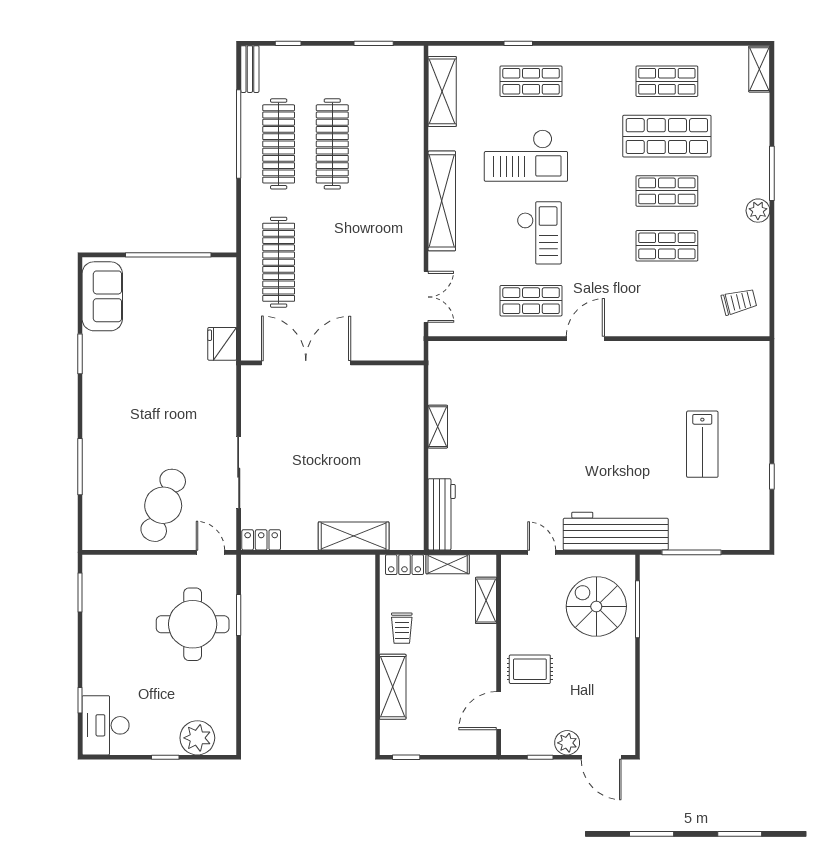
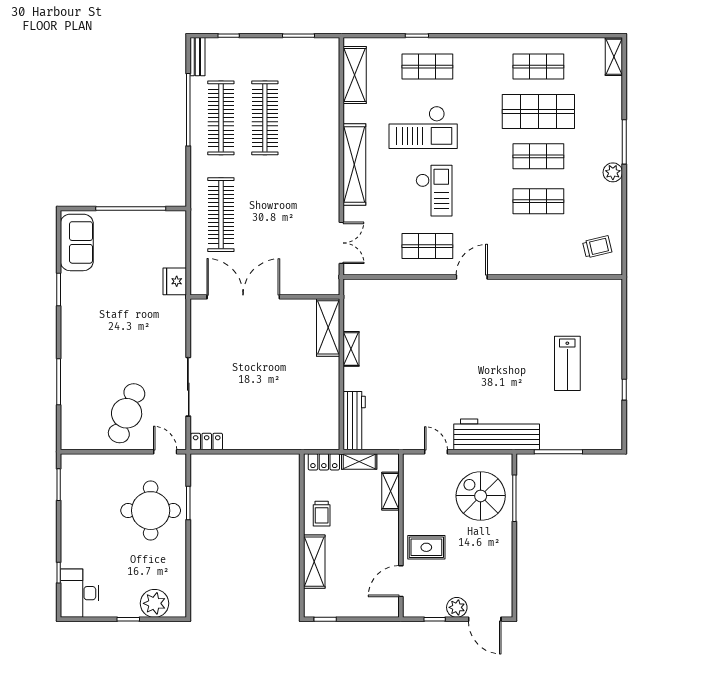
shelving: (354, 536) -> (328, 327), moved, turned 90

